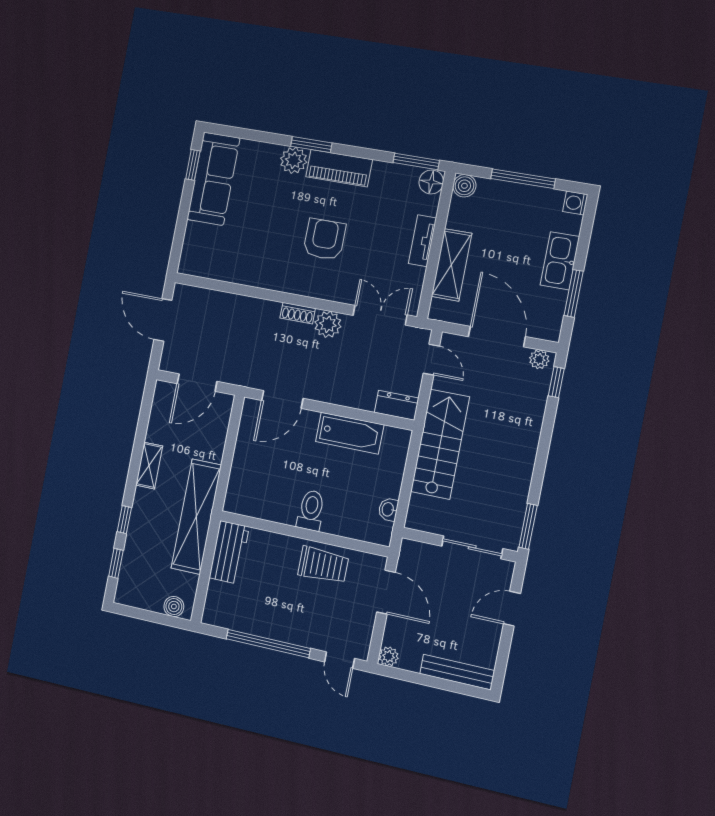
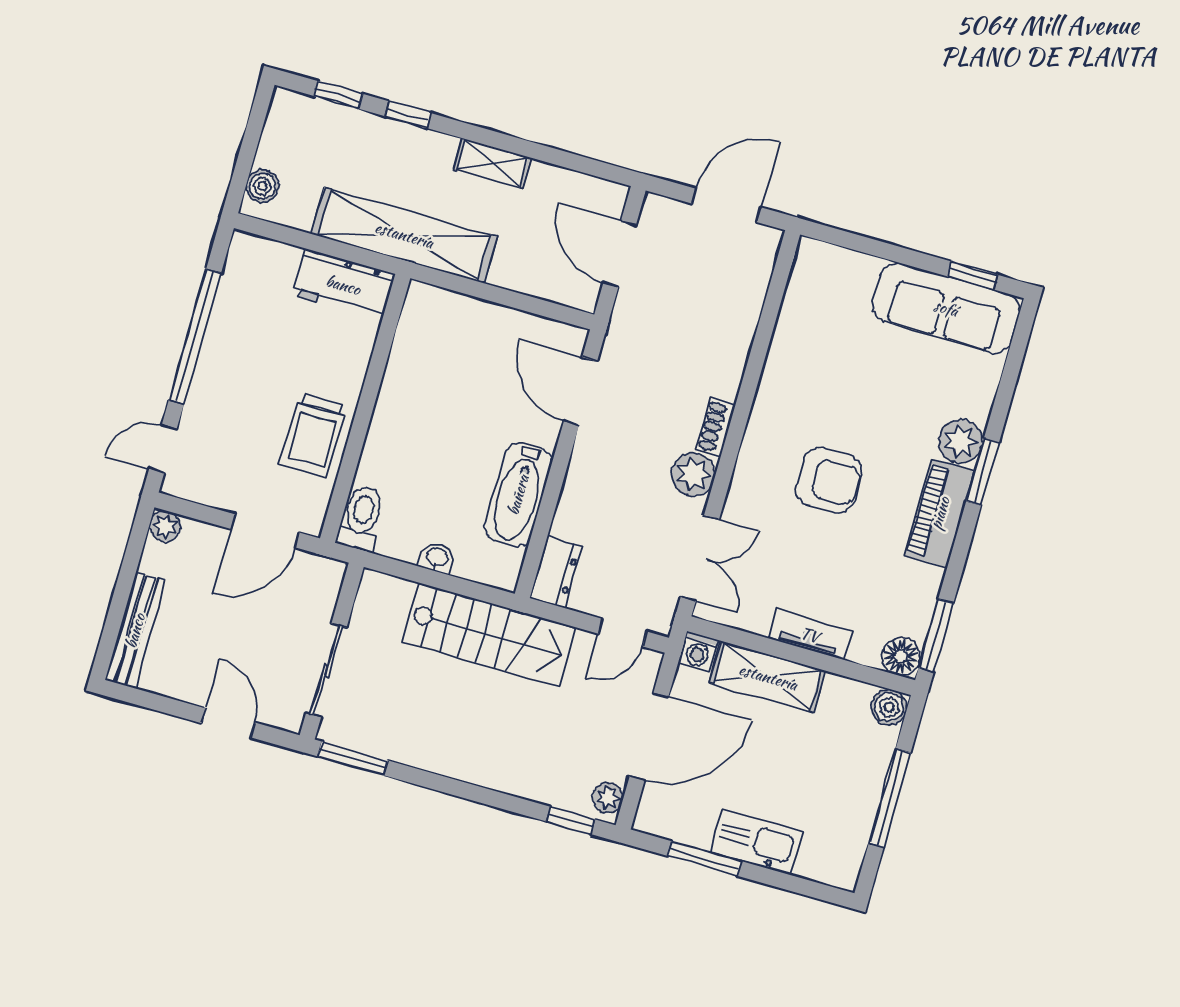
washing machine: (575, 203) -> (698, 651), moved, turned 180
washbasin: (388, 509) -> (437, 558), moved
toilet: (311, 510) -> (361, 518), moved, turned -90

